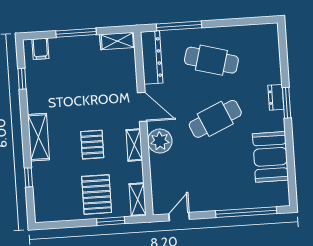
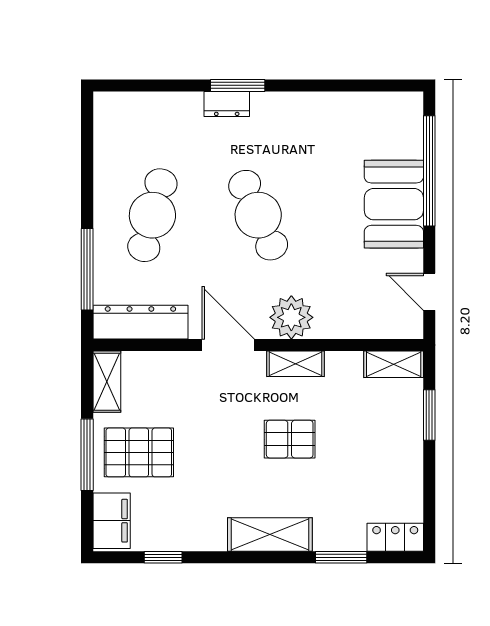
filing cabinet: (40, 49) -> (112, 521), width x2.00
door: (142, 107) -> (228, 345), hinge flipped
booth: (270, 157) -> (394, 204), moved, turned 90
window: (29, 177) -> (341, 557), width x1.50
pallet: (97, 194) -> (139, 452), moved
locker: (42, 207) -> (395, 537), added

